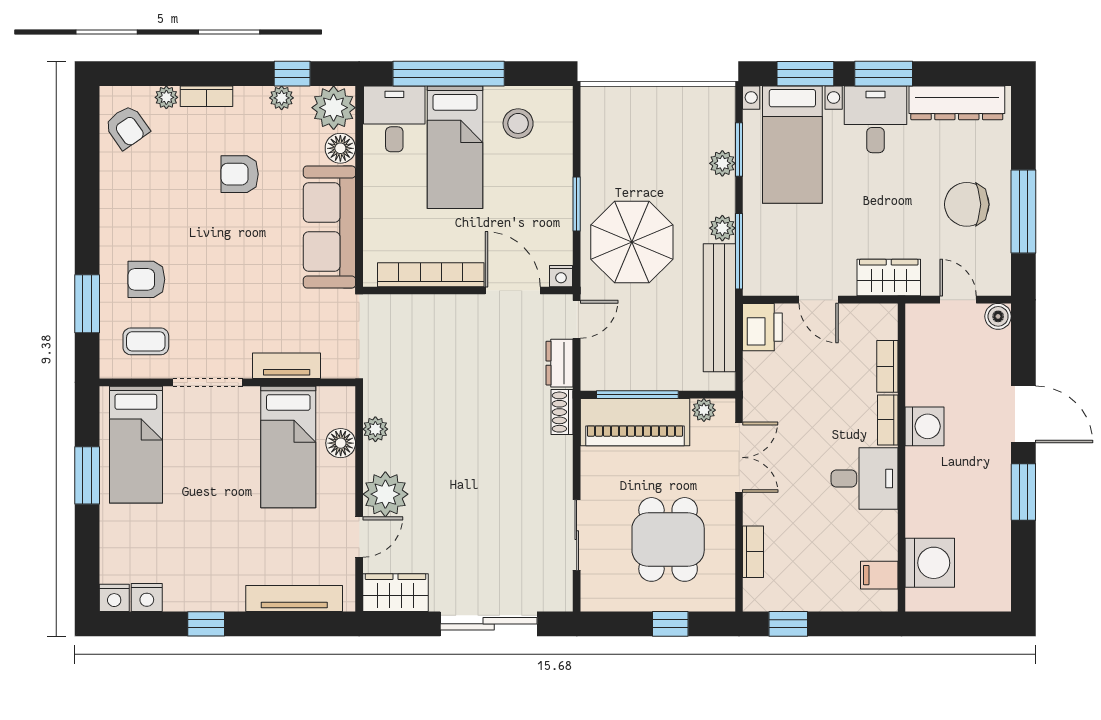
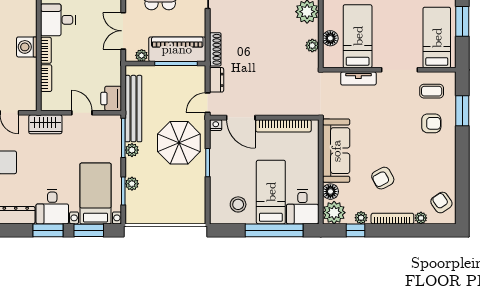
bookcase: (207, 96) -> (392, 219), width x1.56
armchair: (240, 174) -> (383, 178), turned 152
shoe rack: (562, 412) -> (215, 49), width x1.43

